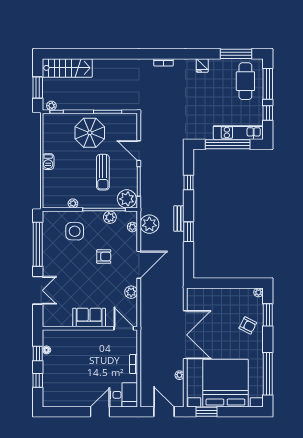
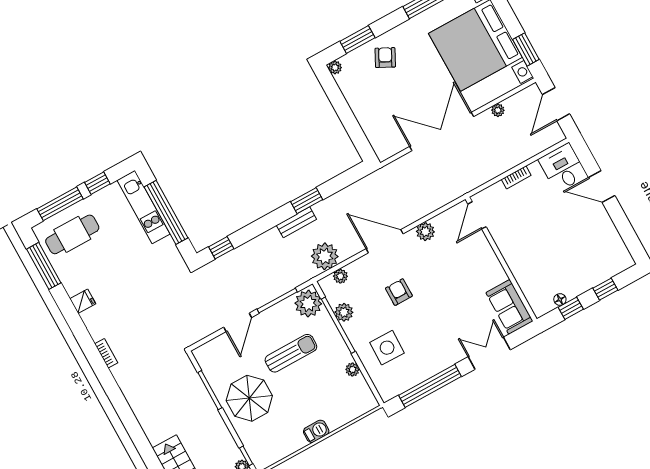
window: (189, 182) -> (221, 248), moved
sofa: (89, 317) -> (509, 307), moved

